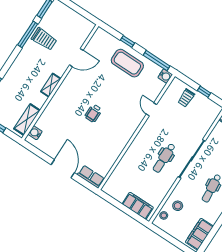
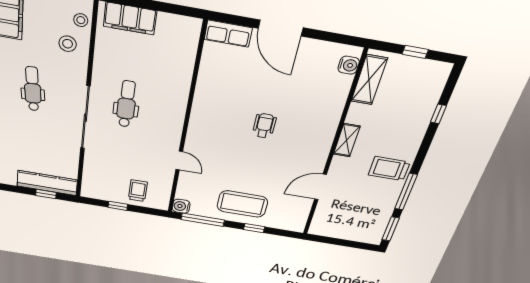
trolley: (44, 39) -> (389, 169), moved

